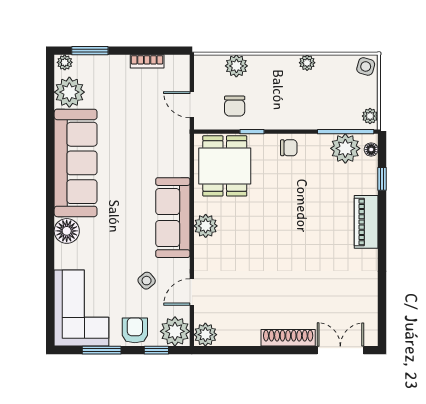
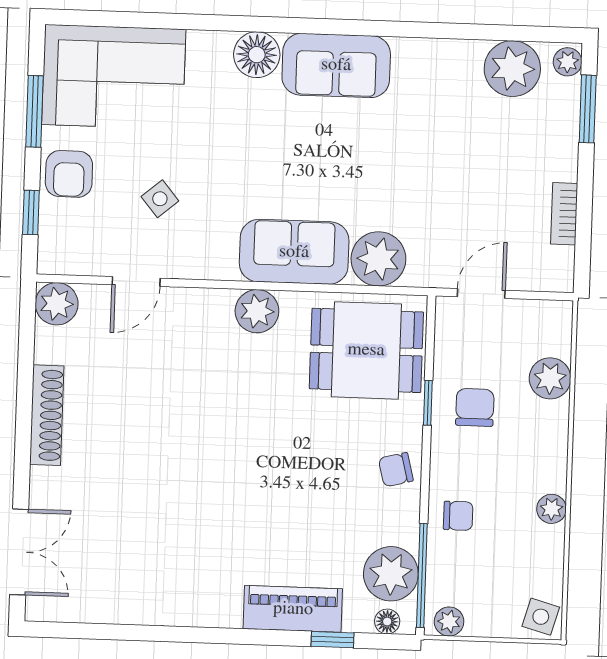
chair: (235, 106) -> (475, 407), moved, turned 90
chair: (313, 113) -> (458, 516), added
chair: (289, 148) -> (396, 470), turned 76
sofa: (76, 163) -> (336, 65), width x0.54, depth x0.79
sofa: (173, 218) -> (294, 252), width x0.73
piano: (366, 222) -> (293, 609), moved
door: (192, 292) -> (136, 281), swing flipped
armchair: (135, 330) -> (69, 174), turned 90
plant: (175, 331) -> (378, 259), moved
shoe rack: (288, 338) -> (47, 415), moved

